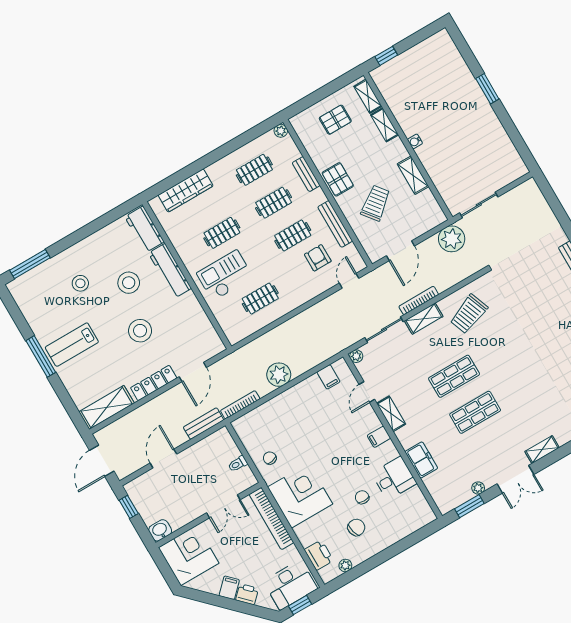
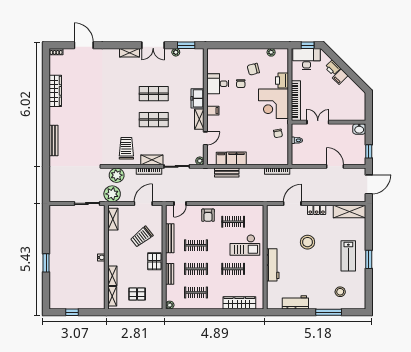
window: (386, 56) -> (72, 312), moved
shelving: (413, 175) -> (113, 219), moved
workbench: (145, 229) -> (295, 302), moved, turned -90
armchair: (318, 258) -> (208, 215), moved
window: (30, 264) -> (329, 312), moved
stool: (80, 283) -> (340, 292), moved
stool: (129, 283) -> (299, 271), removed
trolley: (469, 314) -> (126, 148), turned -69
lab bench: (72, 345) -> (348, 256), turned 90
window: (41, 356) -> (369, 259), width x0.69
plant: (279, 375) -> (117, 175), moved
locker: (154, 383) -> (317, 210), width x0.66
filing cabinet: (307, 390) -> (236, 158), added
bench: (204, 424) -> (227, 173), moved
door: (163, 459) -> (335, 166), swing flipped
freezer: (421, 460) -> (197, 98), moved
double door: (516, 479) -> (153, 45), swing flipped
corner desk: (189, 555) -> (352, 107), removed
printer: (319, 555) -> (282, 81), moved

